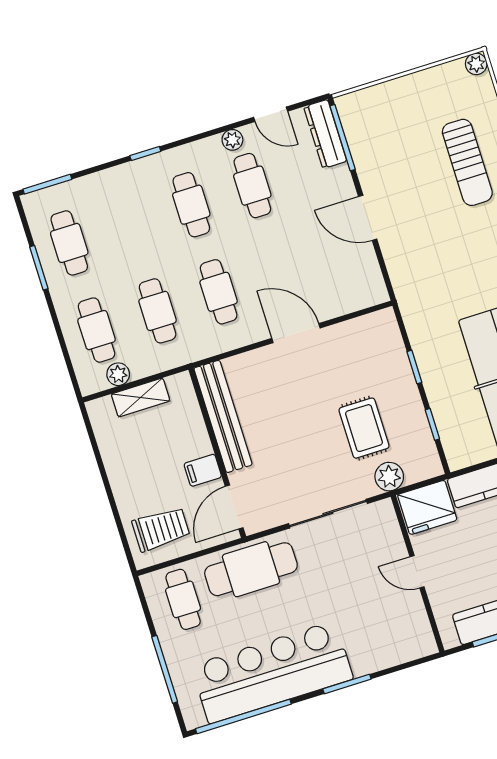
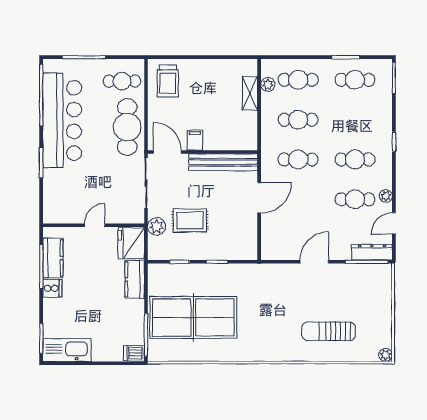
bench: (223, 416) -> (223, 162), moved
wall: (217, 453) -> (203, 152), moved
filing cabinet: (203, 470) -> (195, 140), moved
door: (234, 507) -> (167, 152), moved

